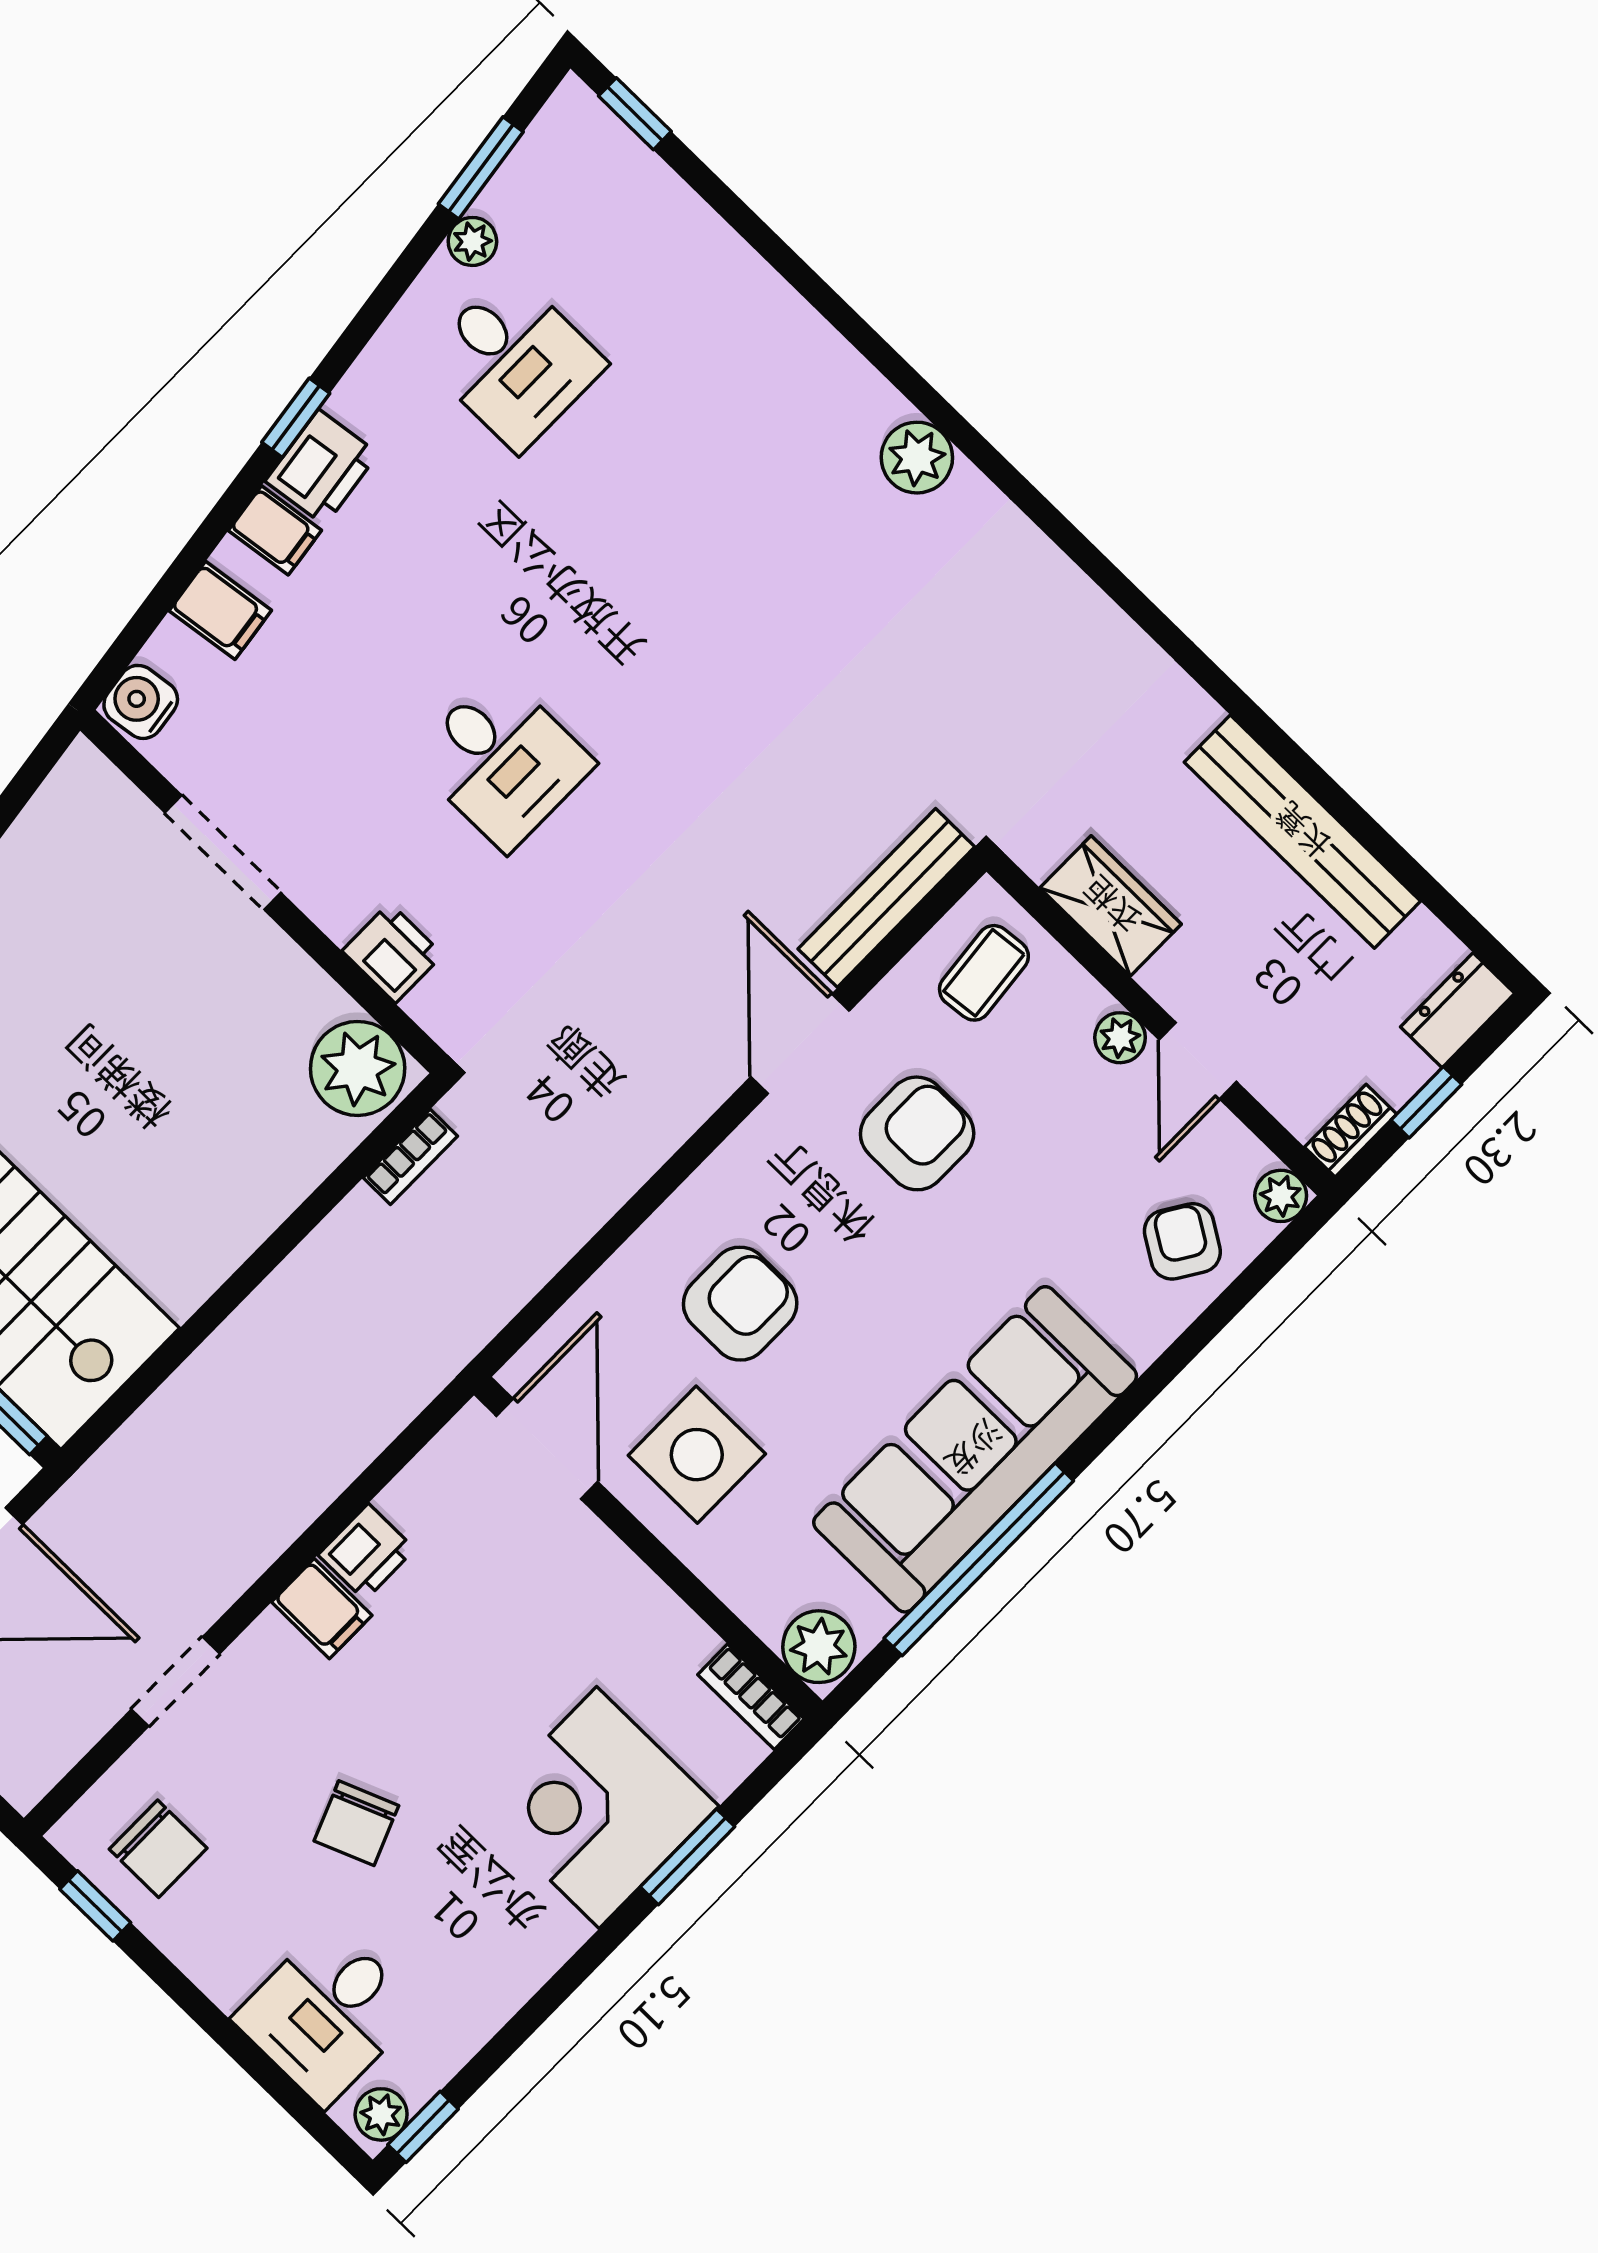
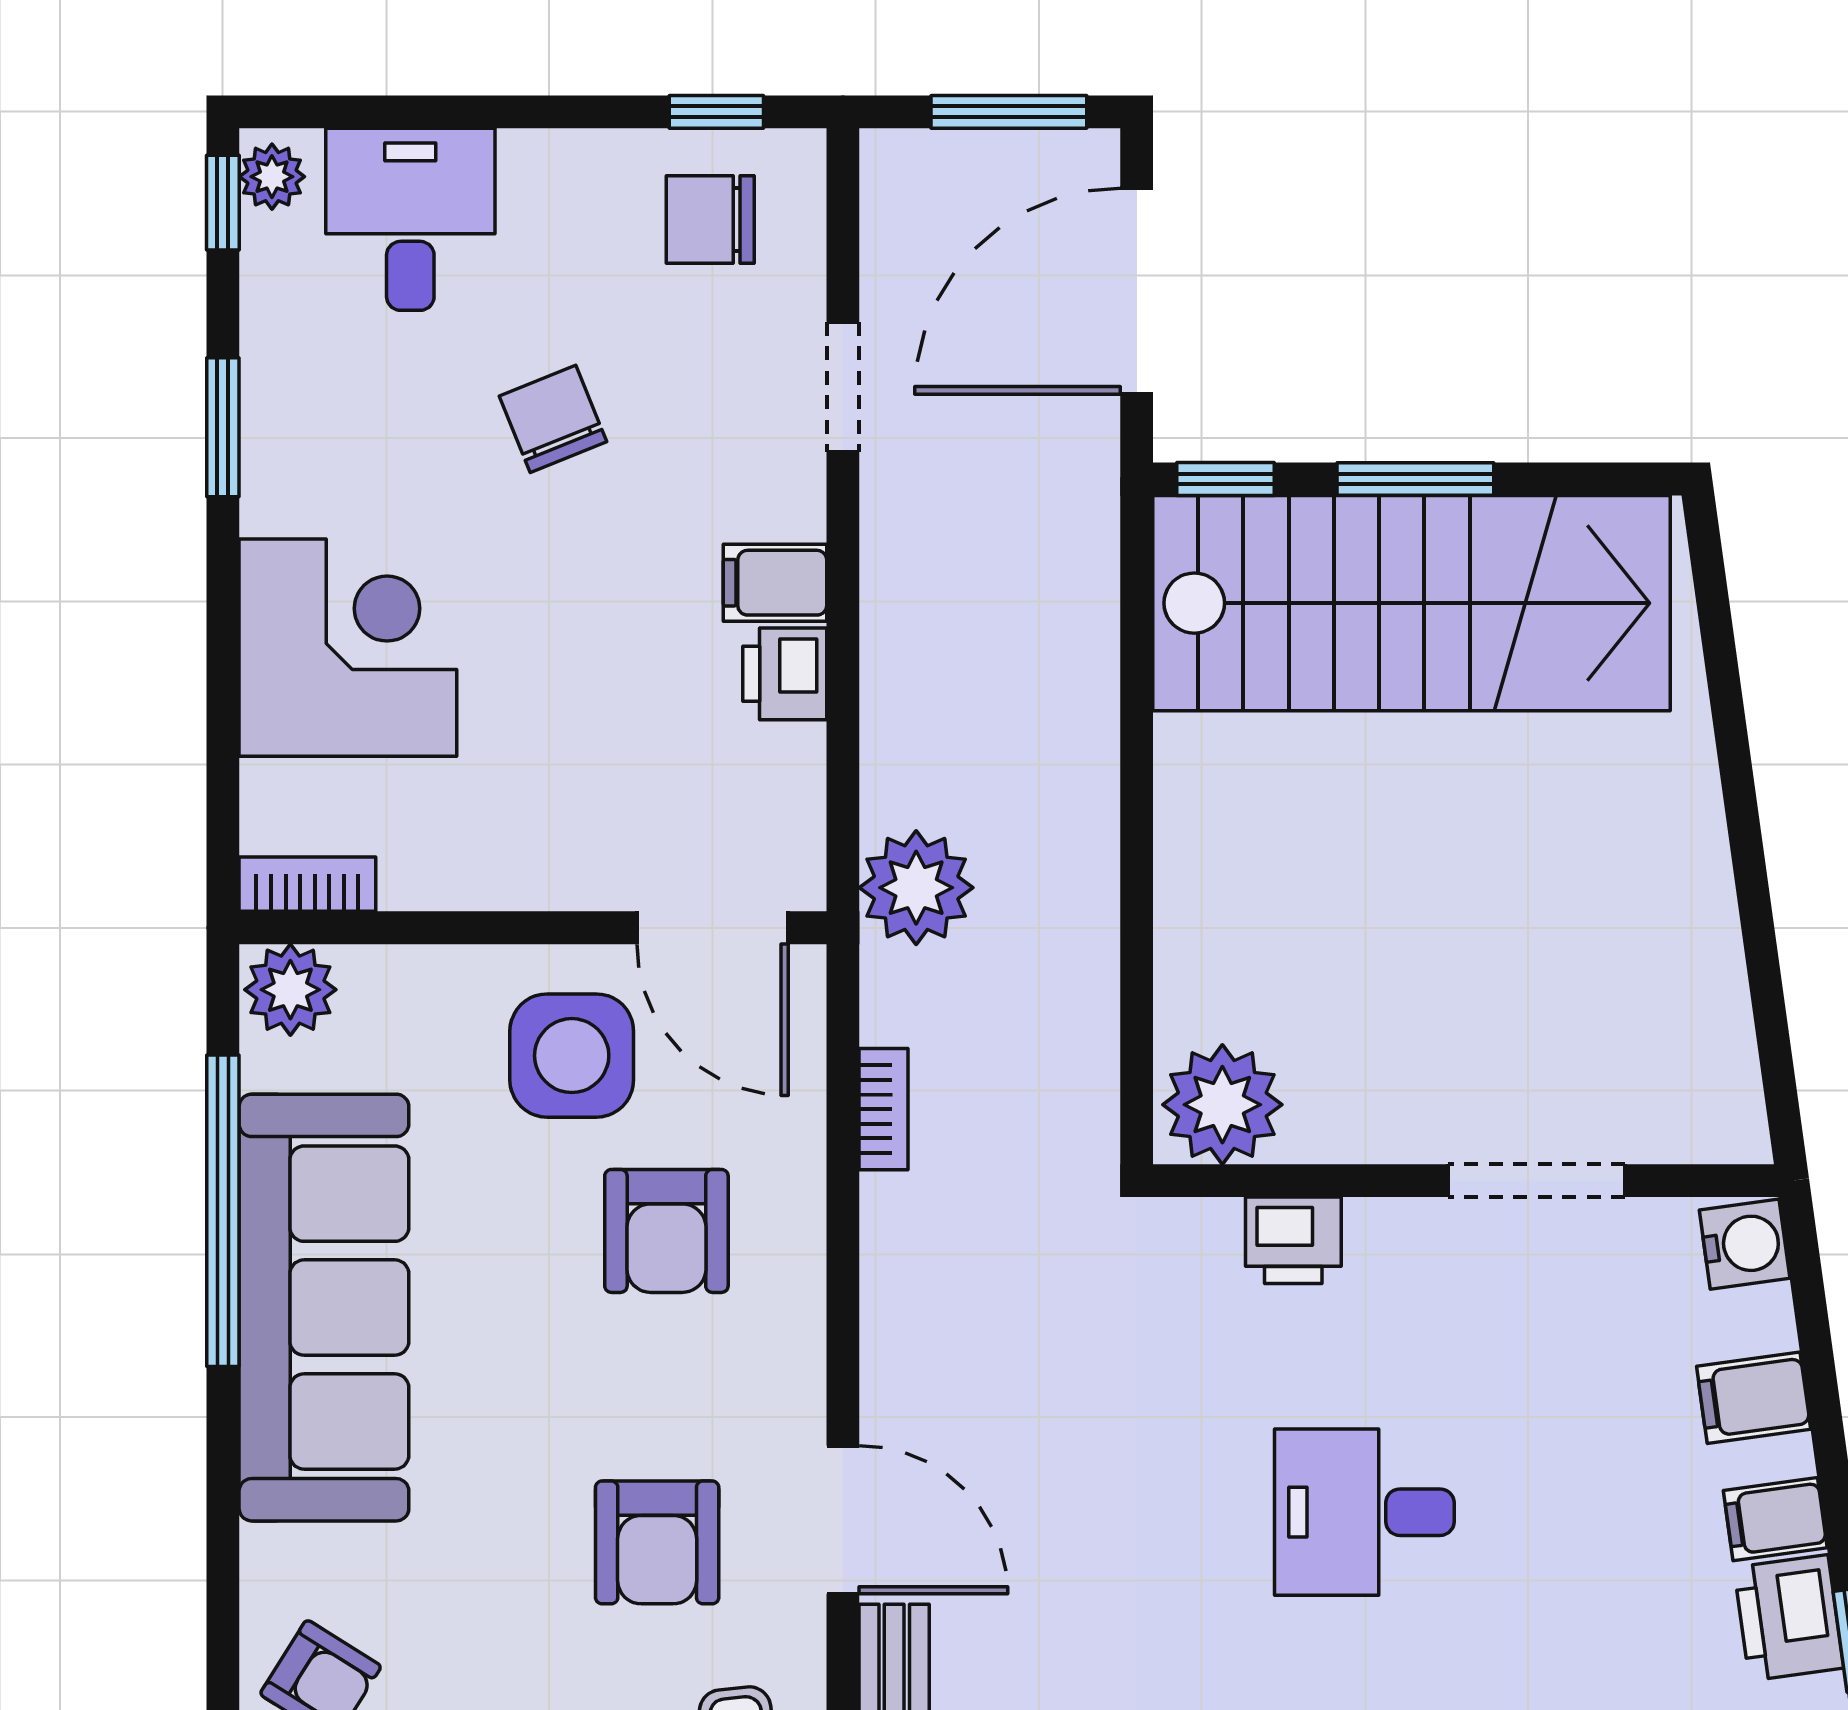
bookcase: (410, 1157) -> (884, 1109), moved, turned 180
plant: (410, 1359) -> (916, 888), added
window: (687, 1857) -> (223, 427), moved

